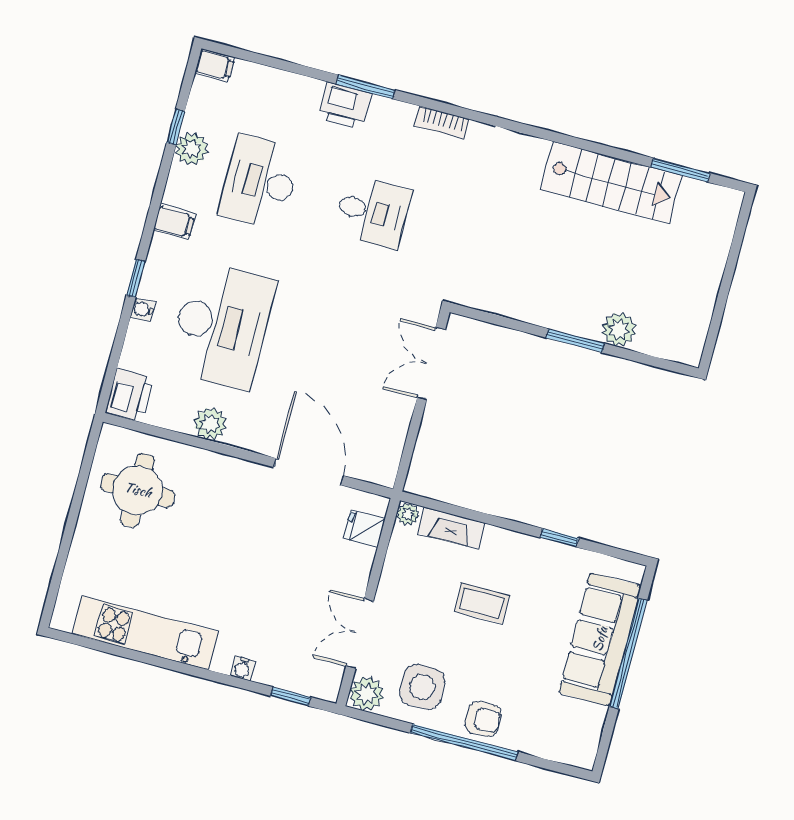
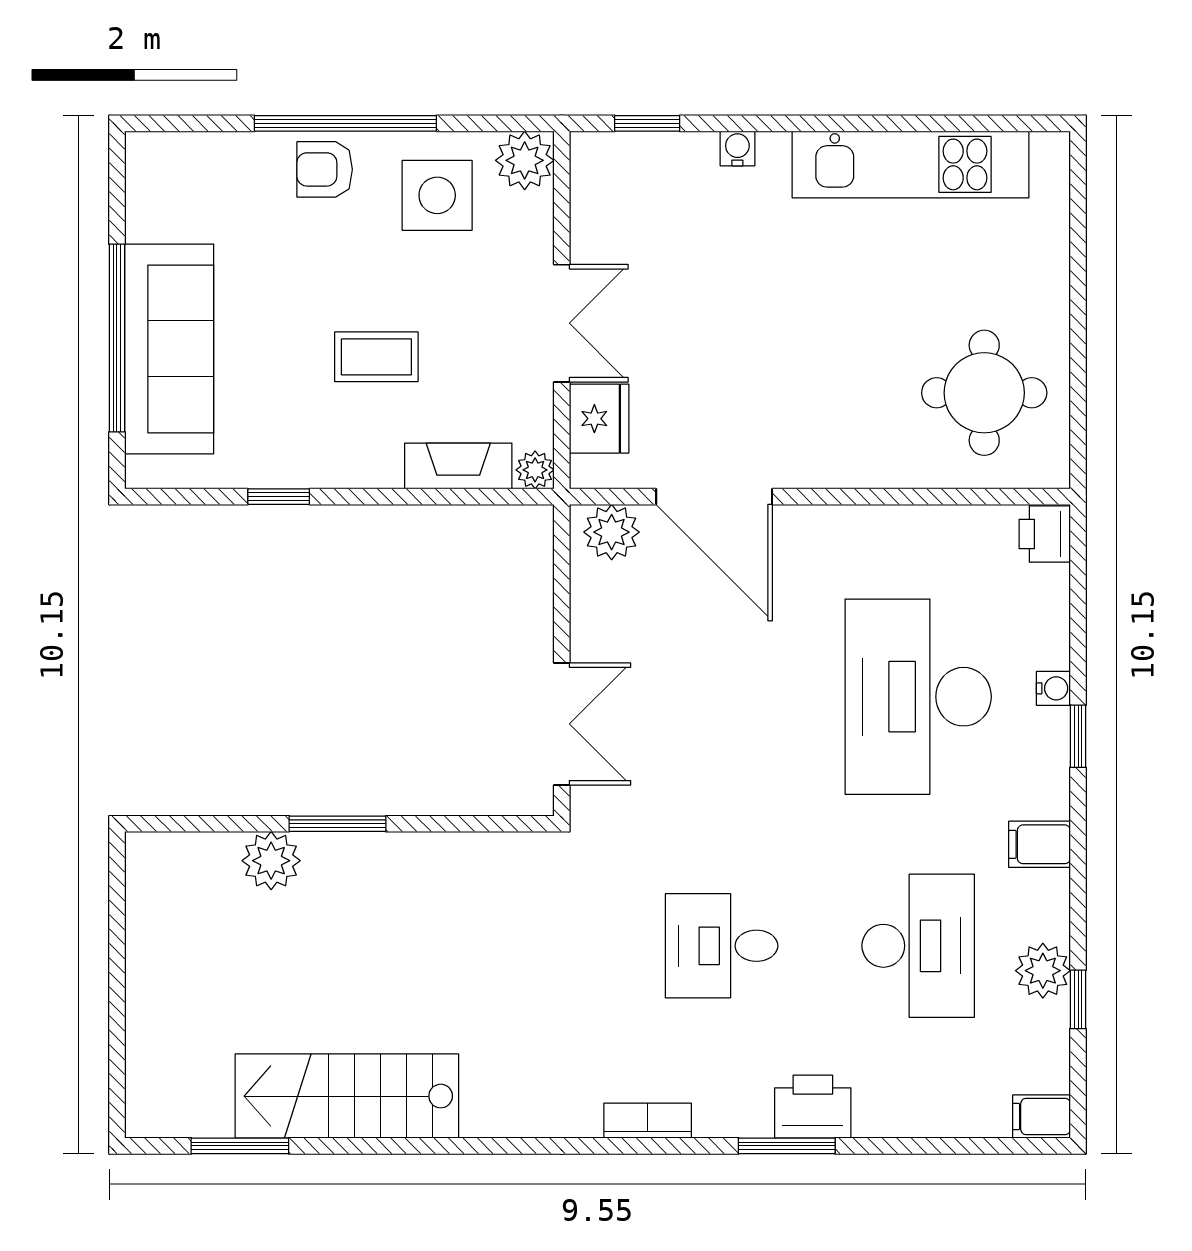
printer: (129, 395) -> (1045, 534), width x0.73, depth x0.81
plant: (210, 424) -> (612, 532), moved
fridge: (365, 528) -> (599, 419), width x1.38
double door: (360, 633) -> (562, 323), moved

